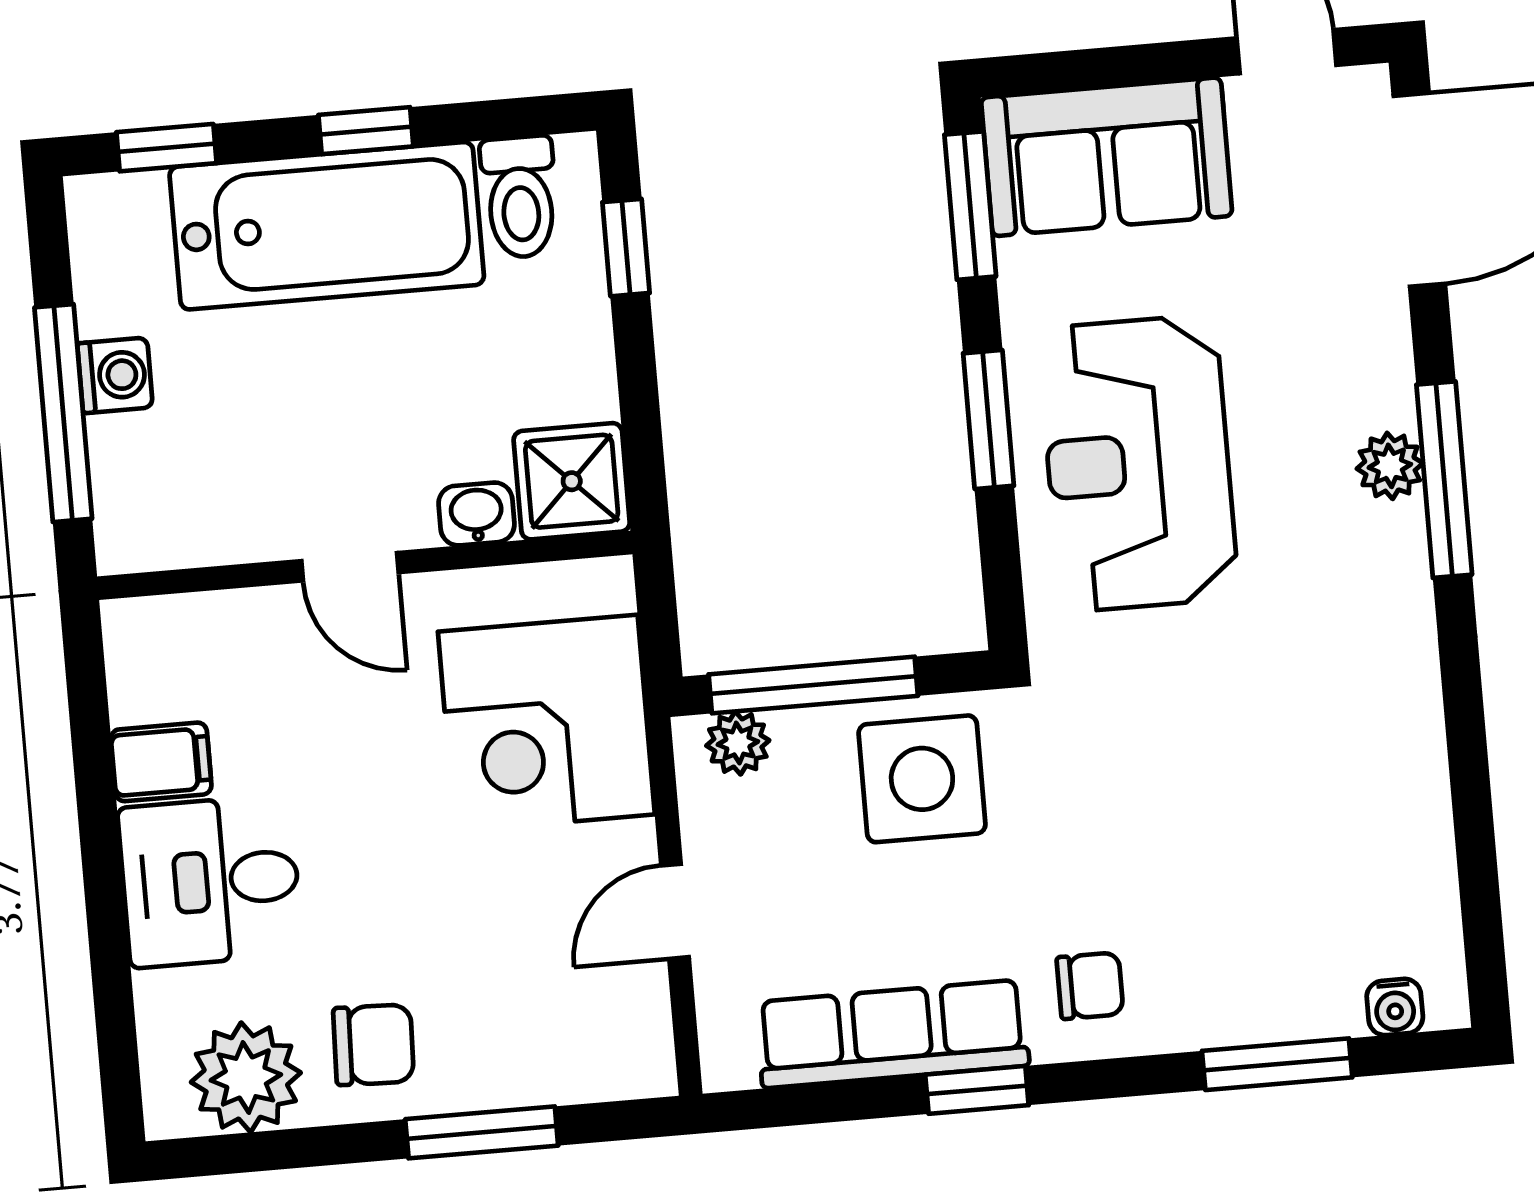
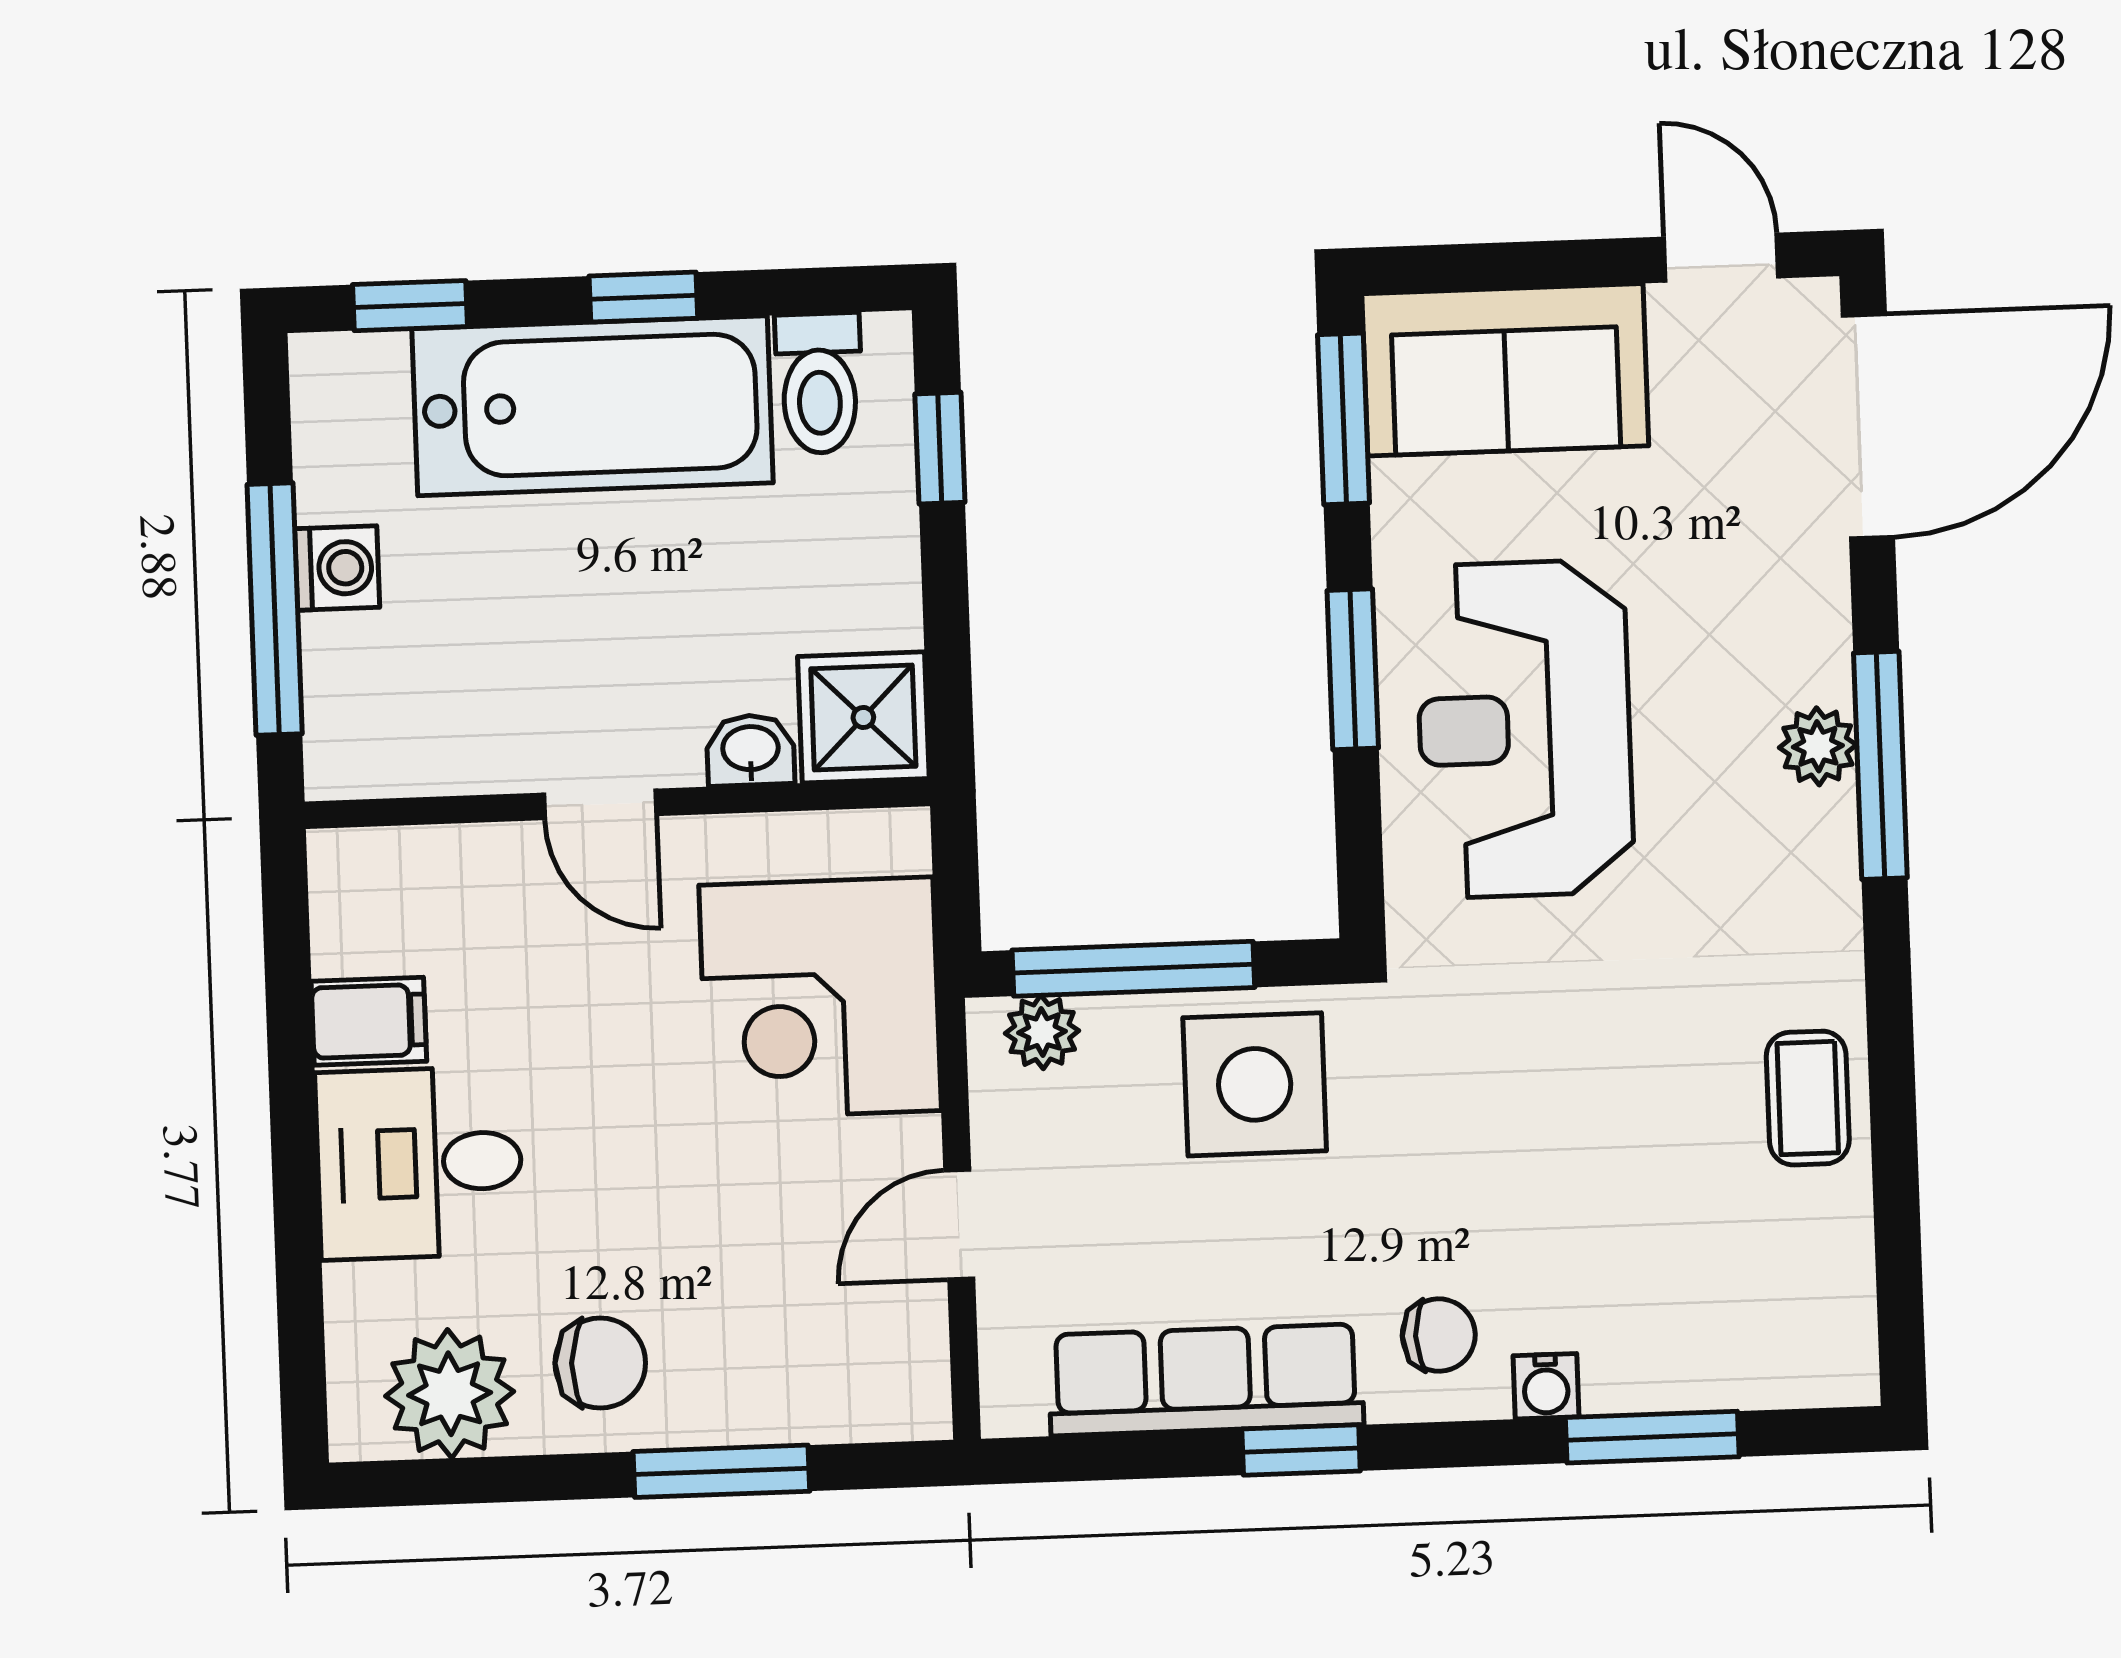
coffee table: (1396, 767) -> (1808, 1098), added
water cooler: (1395, 1007) -> (1546, 1386), moved

